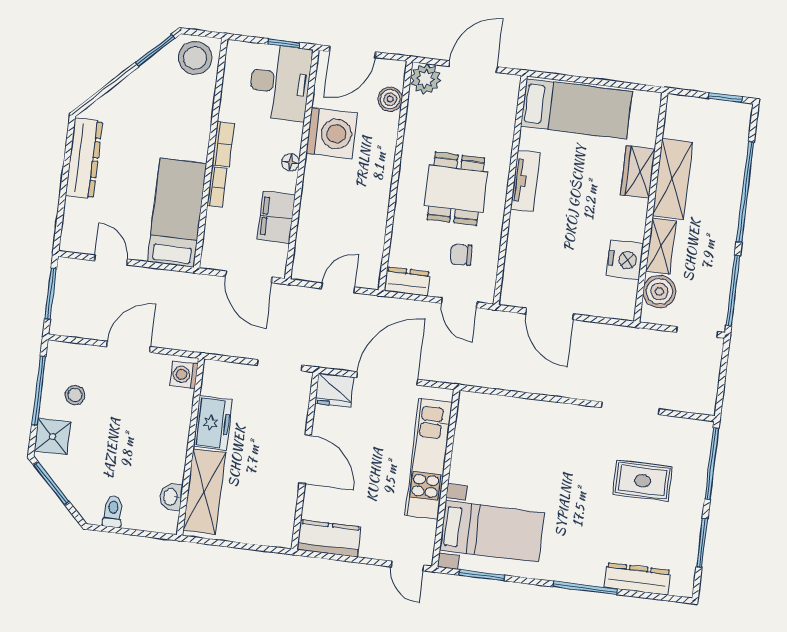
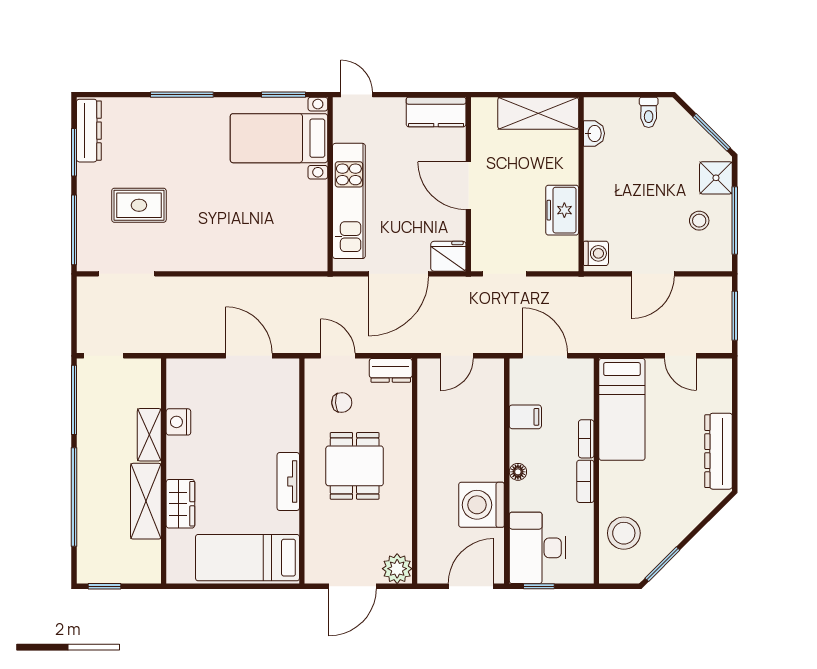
stool: (195, 58) -> (624, 533), moved
boiler: (390, 99) -> (429, 545), removed
filing cabinet: (276, 217) -> (525, 417), width x0.50
nightstand: (625, 260) -> (178, 422), width x0.74, depth x0.75
boiler: (659, 291) -> (145, 391), removed
doorway: (630, 408) -> (127, 274), moved
shelving: (204, 491) -> (538, 113), moved, turned 90
dresser: (637, 579) -> (89, 131), moved, turned -90

